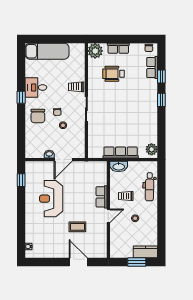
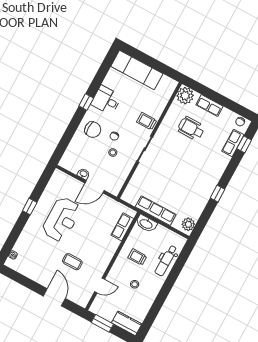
window: (161, 76) -> (244, 144), moved
window: (161, 100) -> (218, 194), moved
chair: (38, 116) -> (93, 130), turned -90
window: (21, 180) -> (30, 207), moved
row of seats: (102, 197) -> (122, 227), moved
reception desk: (51, 199) -> (61, 219), turned 180
door: (108, 216) -> (100, 285), moved
window: (137, 262) -> (102, 323), moved

